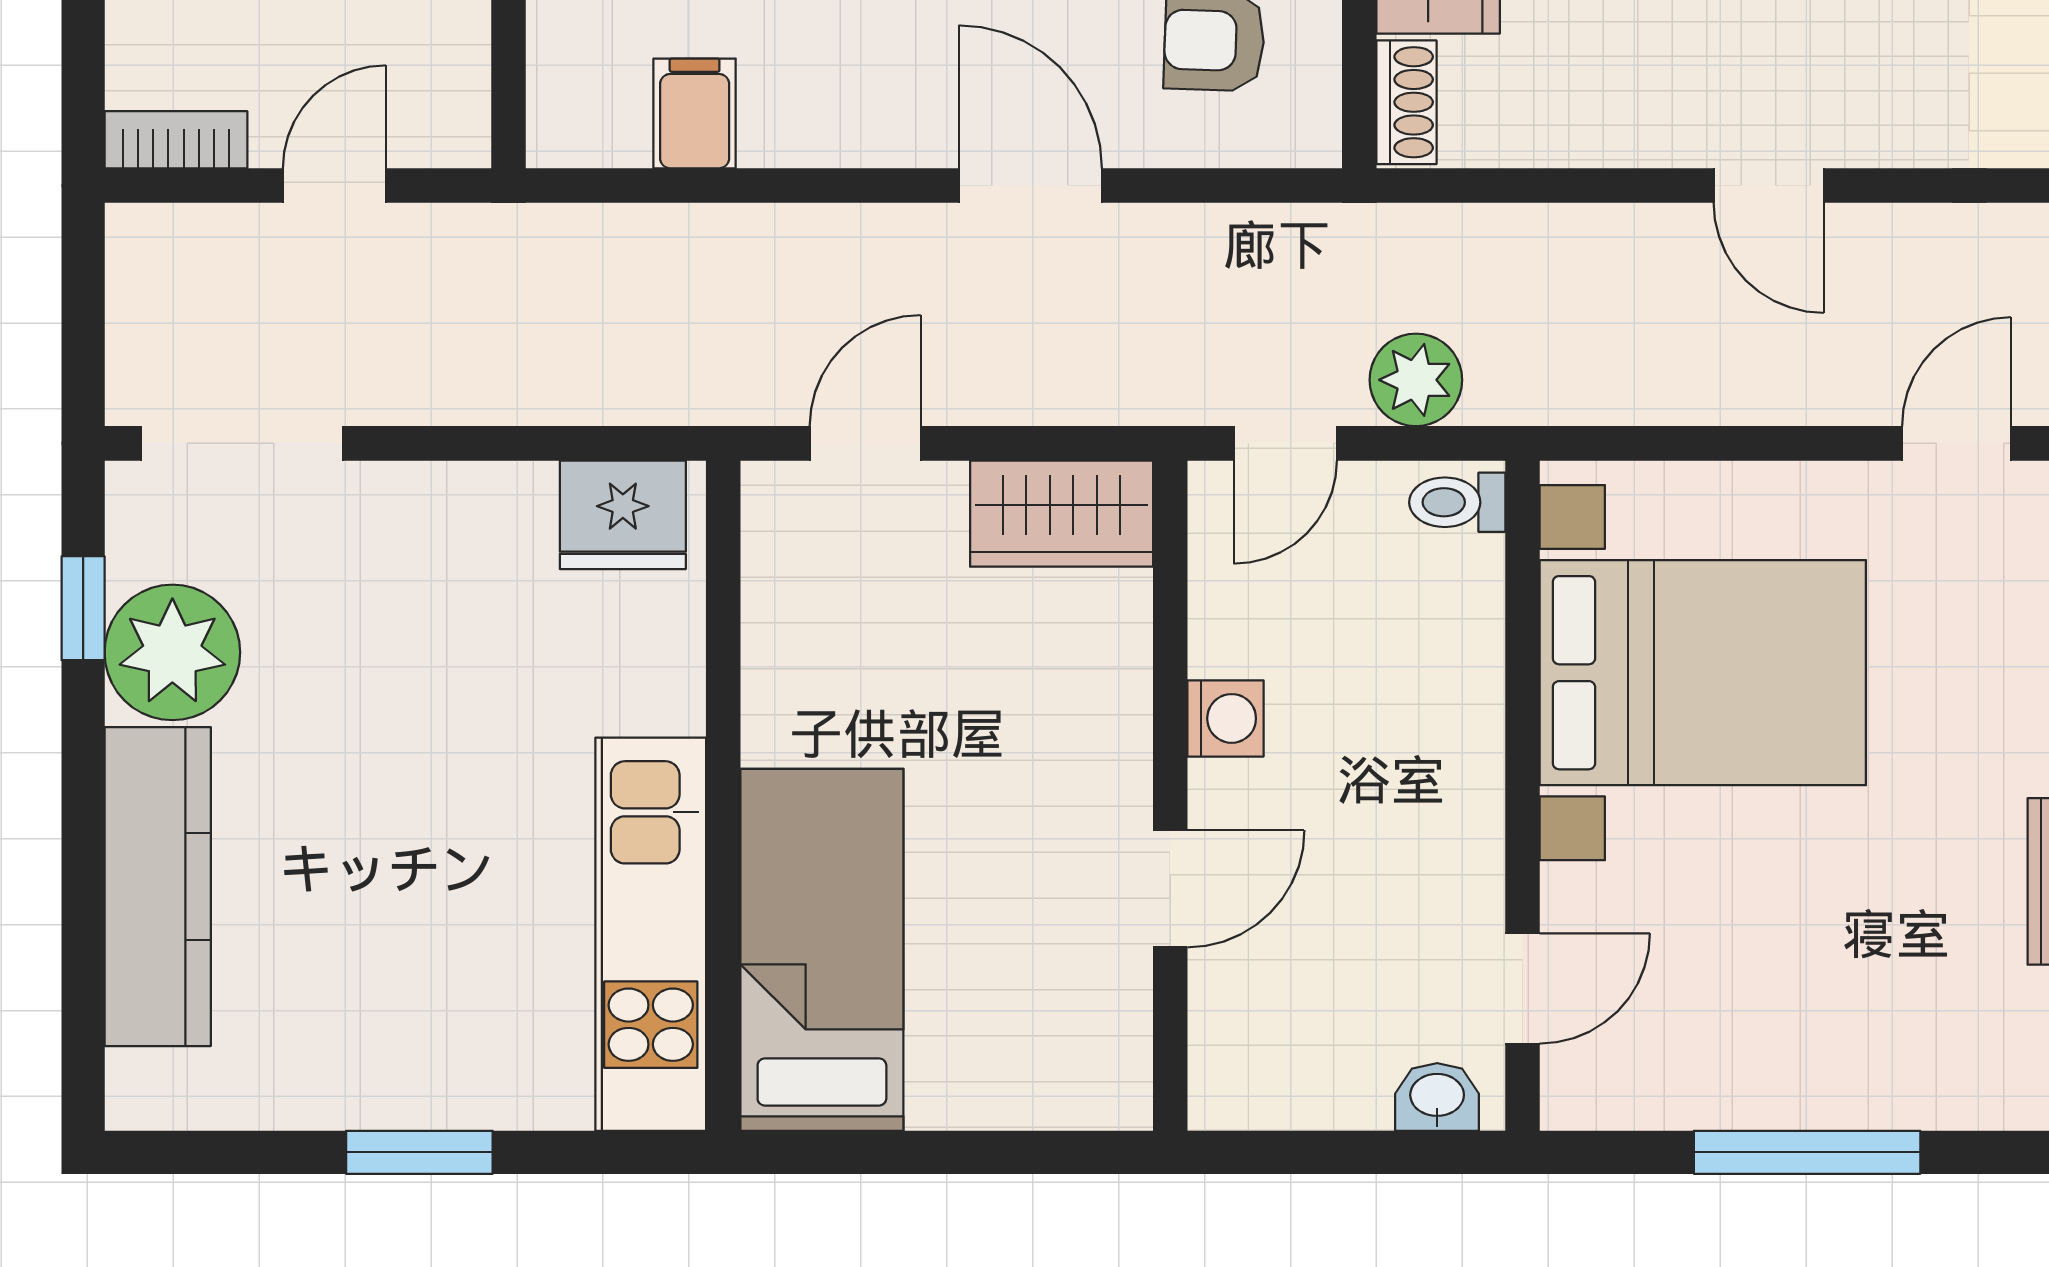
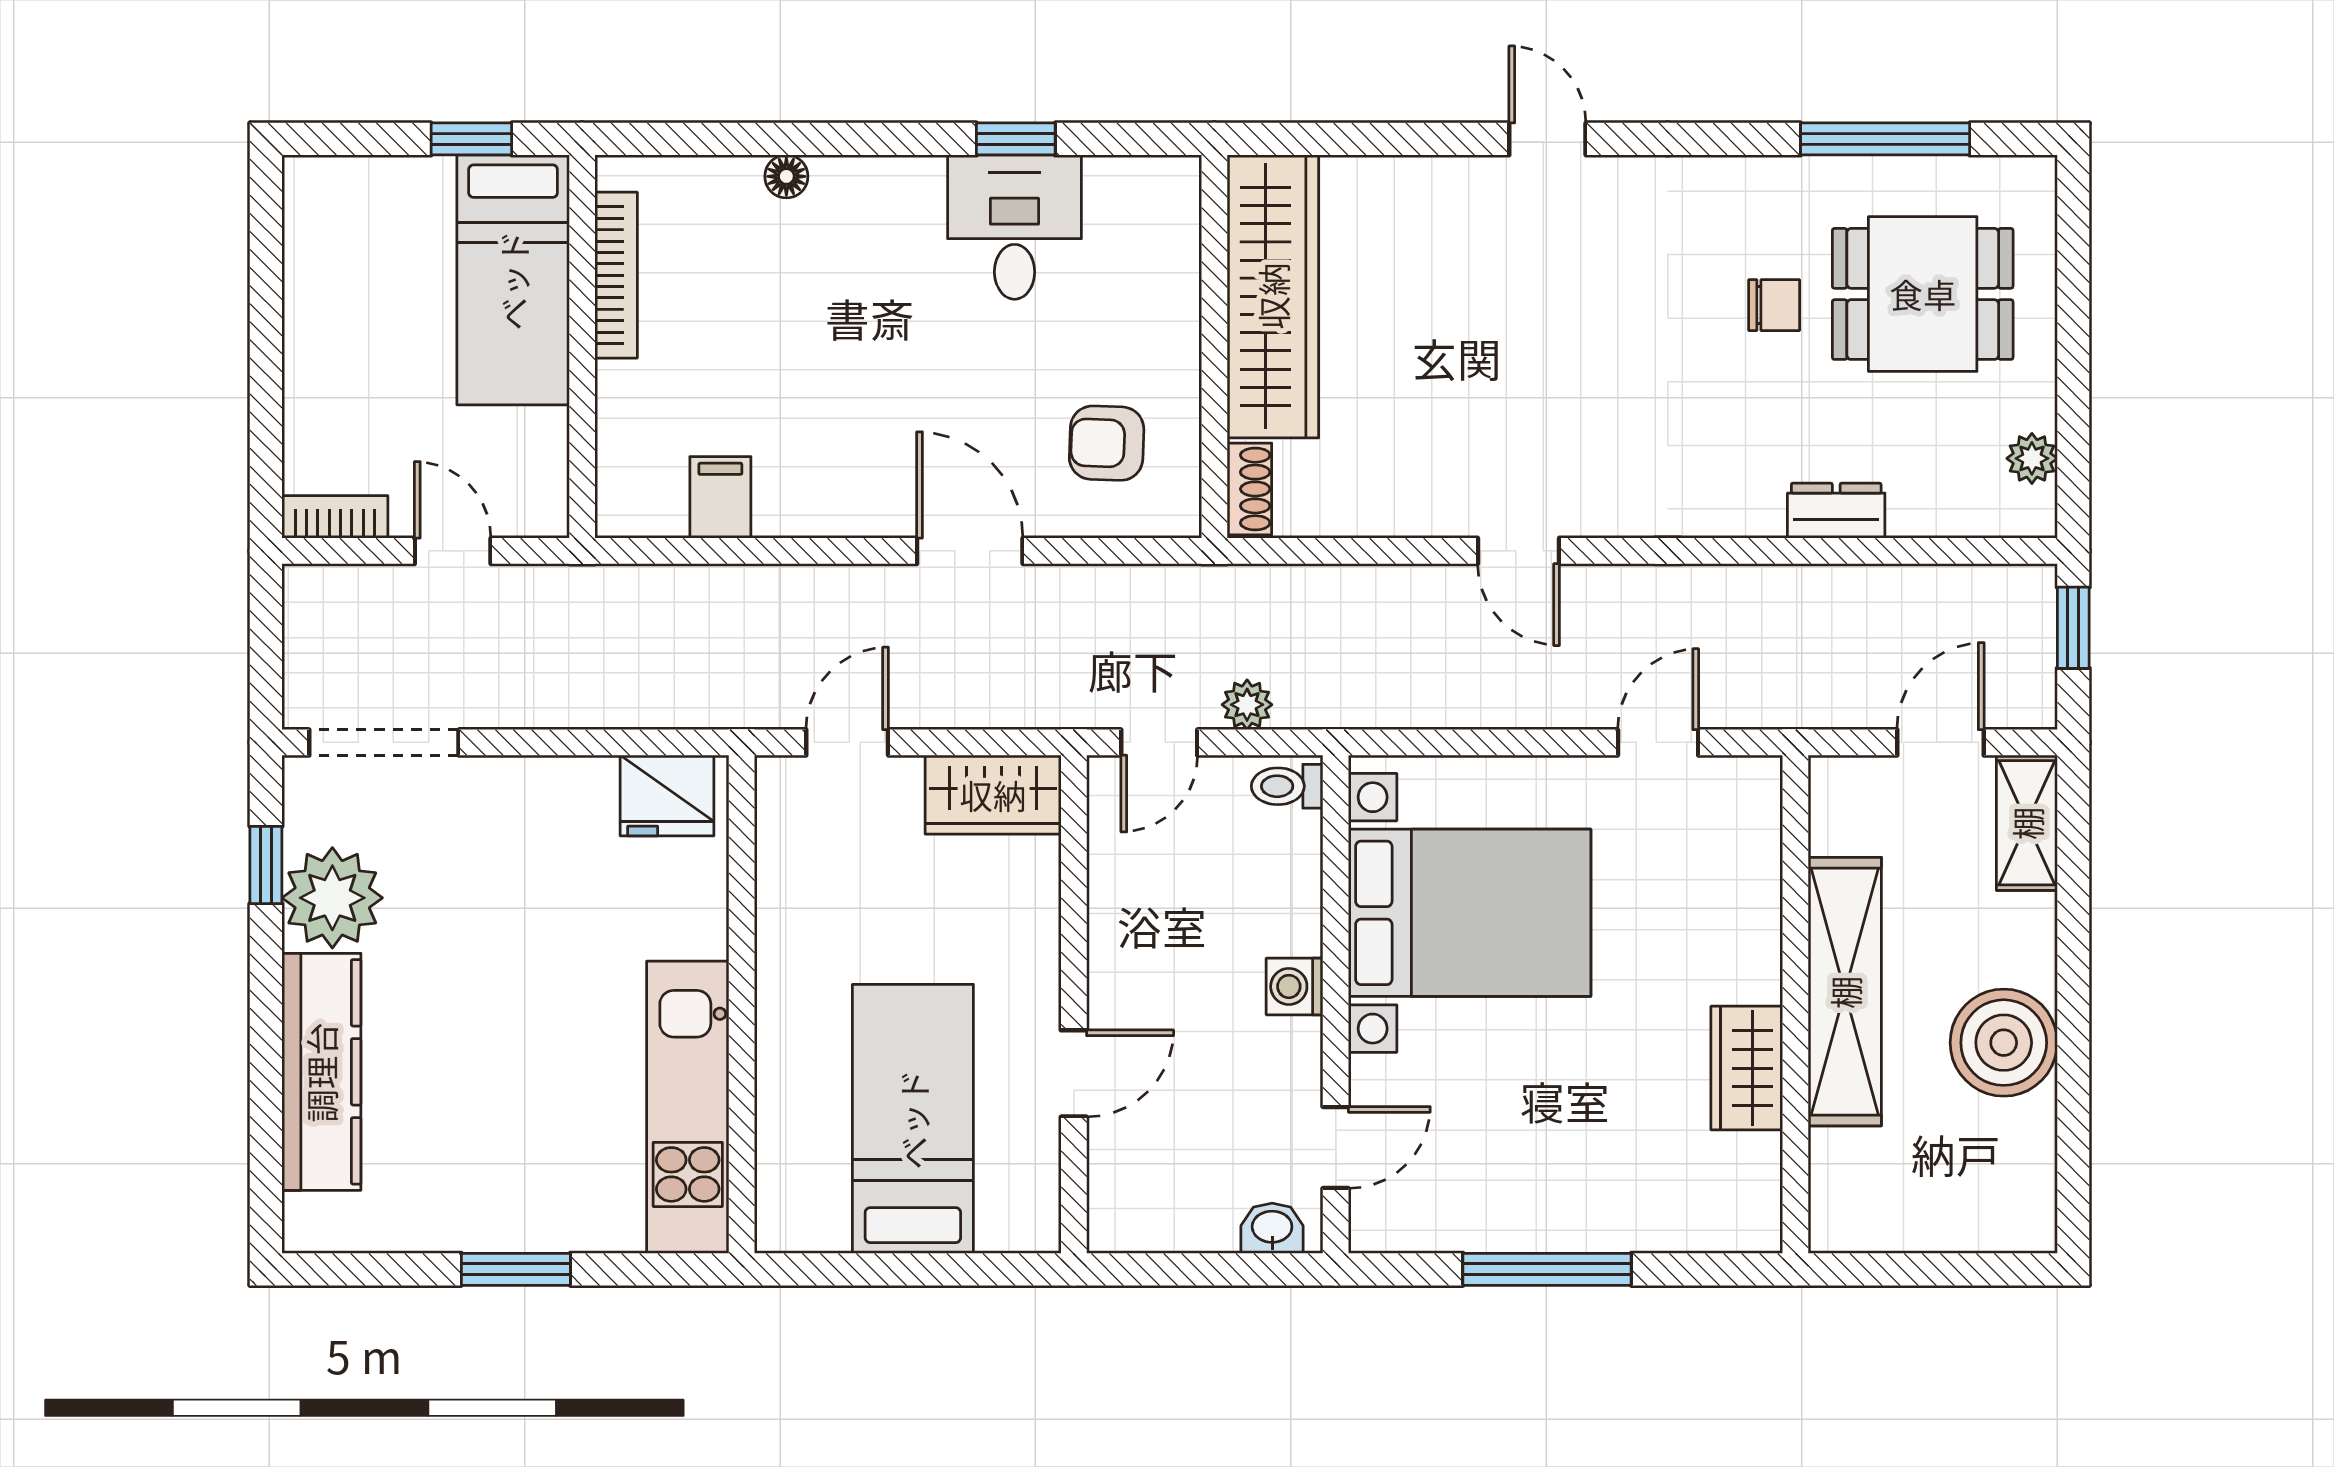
door: (334, 186) -> (453, 551), hinge flipped
plant: (1416, 380) -> (1247, 705), width x0.73, depth x0.73
washing machine: (1225, 718) -> (1295, 986), moved, turned 180
bed: (822, 950) -> (913, 1119), moved

